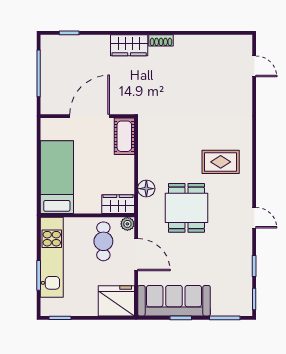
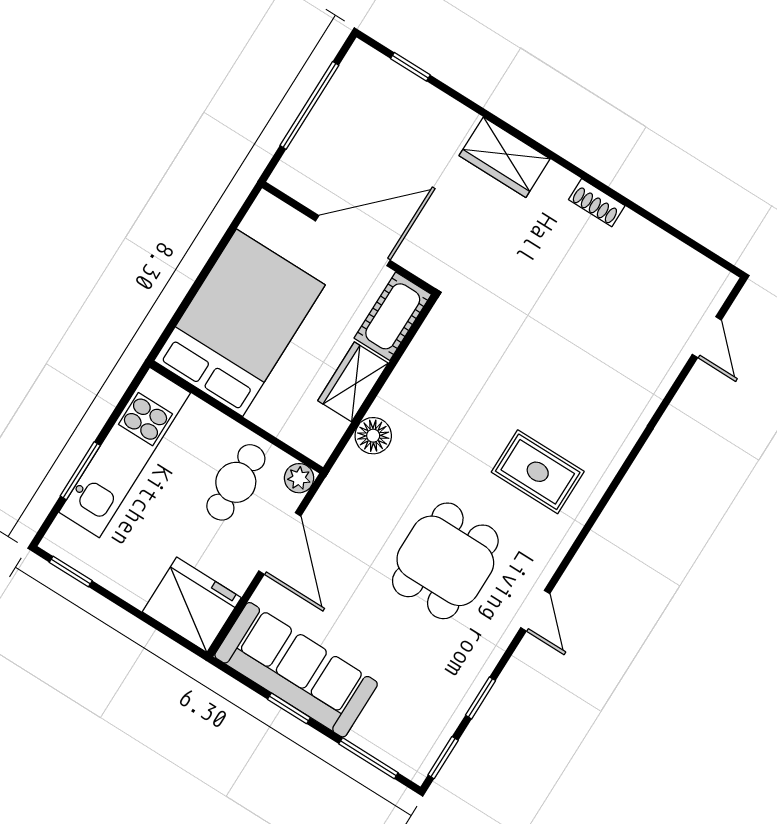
shoe rack: (161, 40) -> (597, 203), moved
bed: (57, 177) -> (239, 323), width x1.50
wardrobe: (118, 204) -> (353, 382), moved, turned -90
dining table: (186, 208) -> (445, 561), moved

